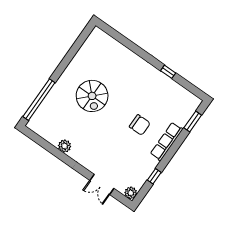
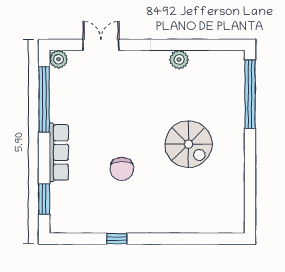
spiral stairs: (92, 96) -> (189, 144), turned 180
chair: (140, 125) -> (122, 169), moved, turned -90
window: (154, 176) -> (44, 99), width x3.17

